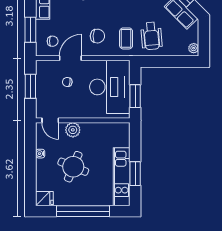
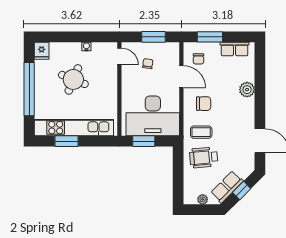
chair: (97, 36) -> (204, 104), turned -93
plant: (194, 48) -> (203, 199), moved
chair: (67, 82) -> (148, 64), moved
door: (50, 120) -> (119, 57), swing flipped
plant: (73, 130) -> (110, 79), removed
kitchen unit: (122, 177) -> (74, 128), width x1.36

